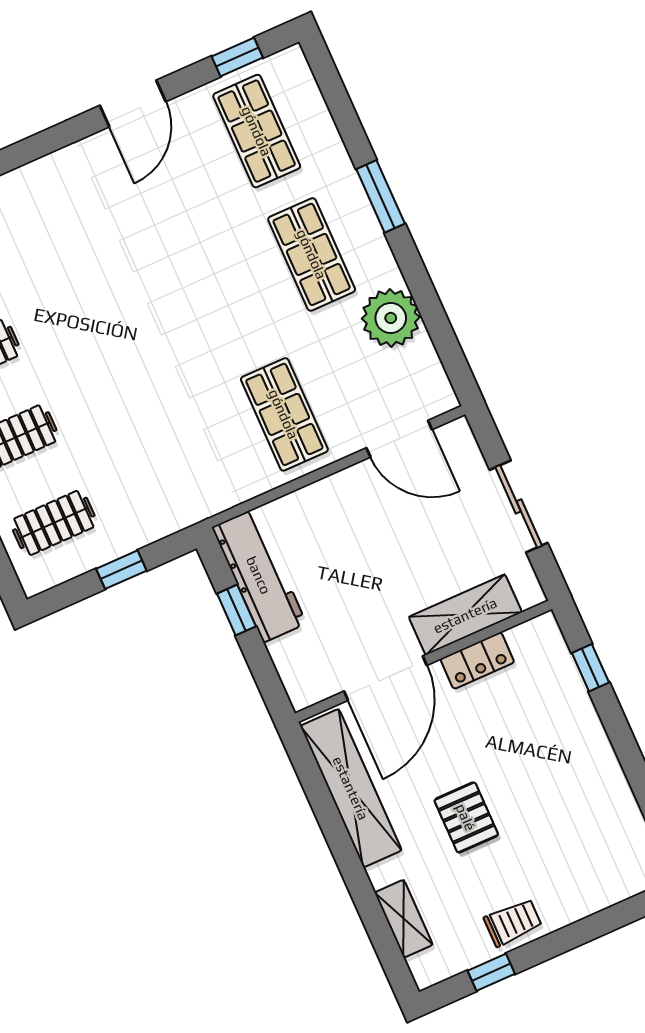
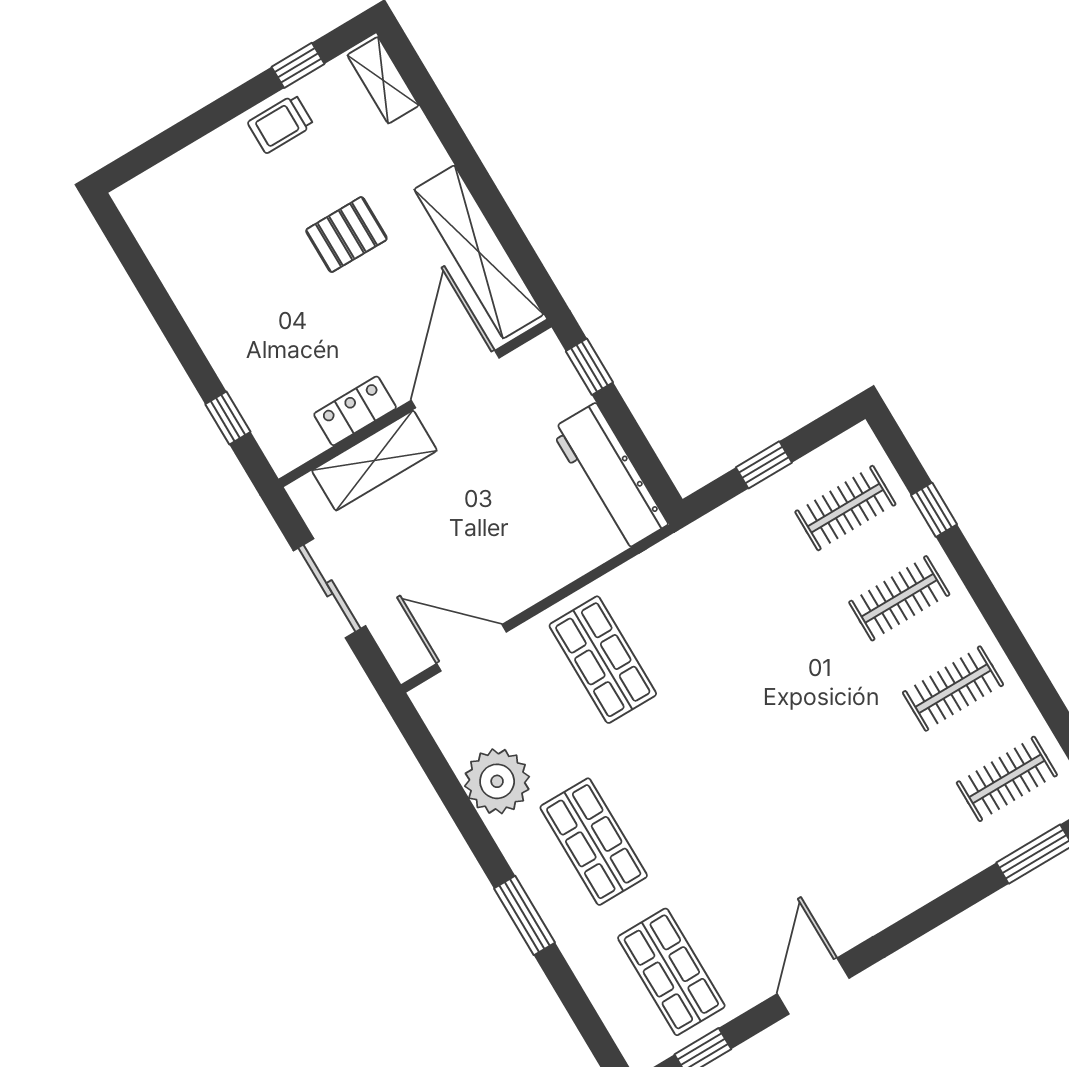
window: (236, 610) -> (589, 367), moved
pallet: (466, 817) -> (346, 235), turned 90
shelving: (404, 919) -> (383, 80), moved

